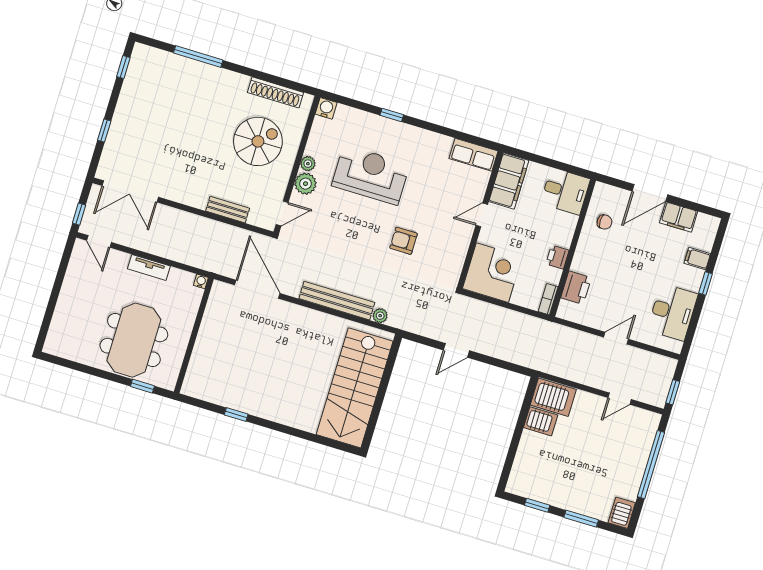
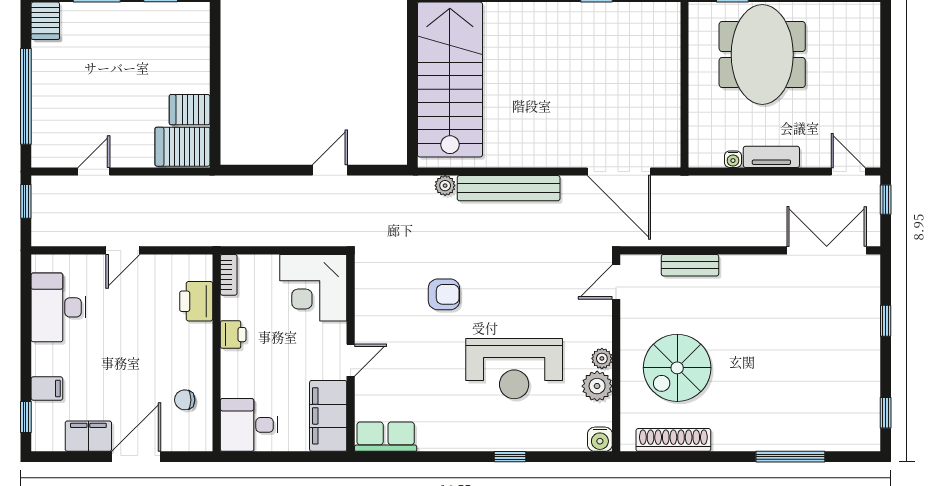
plant: (306, 184) -> (597, 386), moved
water cooler: (201, 281) -> (733, 159), moved
window: (706, 283) -> (26, 417), moved

